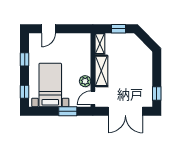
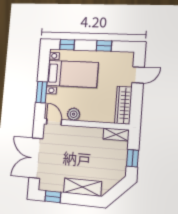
door: (48, 29) -> (138, 75), swing flipped
wardrobe: (75, 39) -> (123, 105), added
shelving: (101, 71) -> (82, 187), moved

